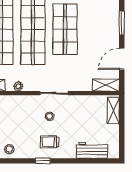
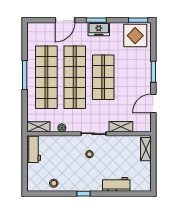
shelving: (106, 85) -> (121, 127), moved
trolley: (50, 142) -> (90, 177), removed
workbench: (92, 150) -> (116, 184), moved

